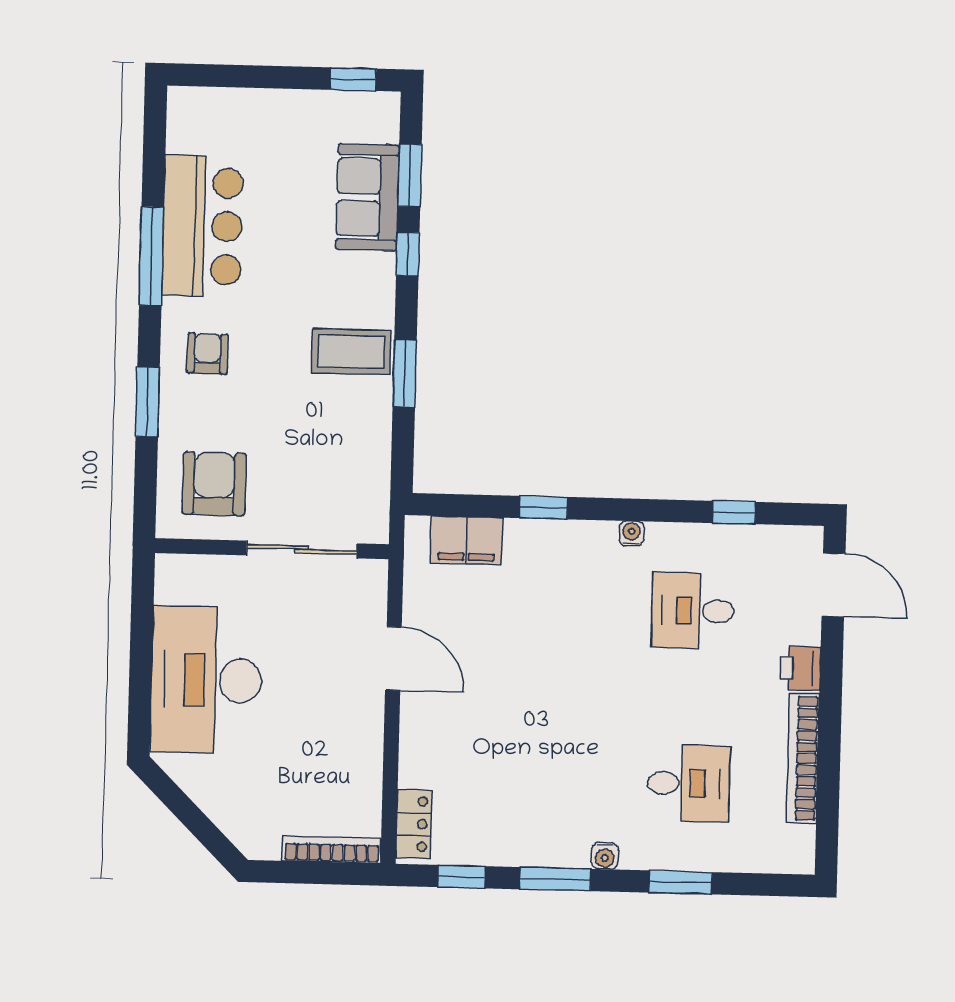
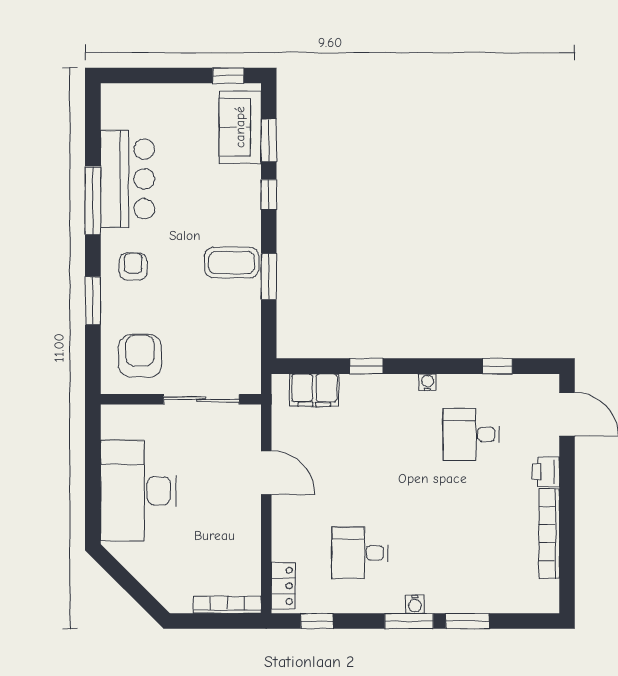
sofa: (368, 197) -> (240, 127), moved
desk: (688, 783) -> (360, 553), moved, turned 180
window: (555, 879) -> (409, 621), moved

